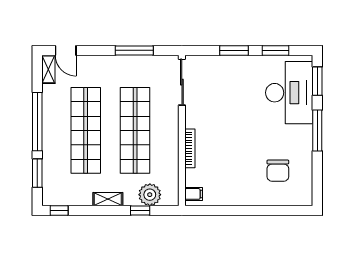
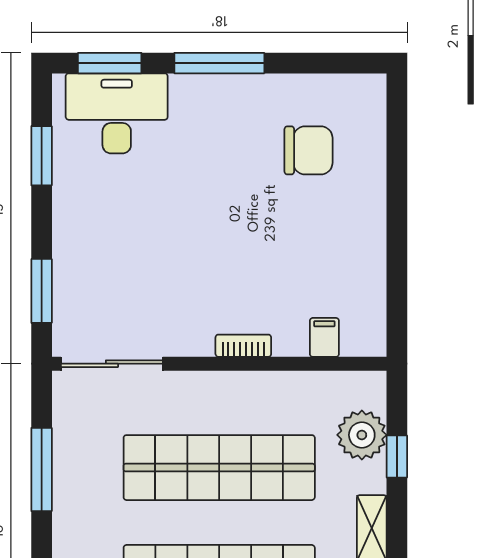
window: (234, 50) -> (42, 291), moved
desk: (289, 93) -> (117, 113), width x0.73, depth x0.77
bookcase: (190, 148) -> (243, 346), width x0.64
filing cabinet: (194, 194) -> (324, 337), moved

